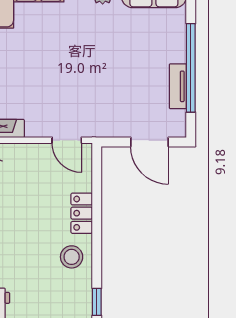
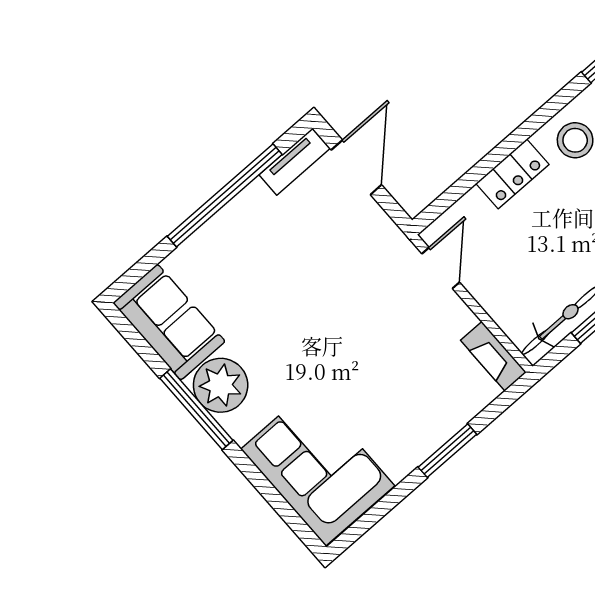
tv unit: (178, 86) -> (294, 162), moved

